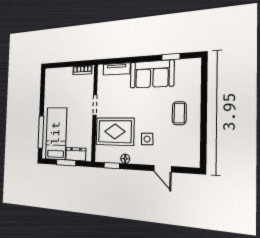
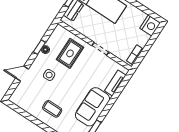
nightstand: (52, 76) -> (150, 25), added
rug: (115, 132) -> (70, 53), width x0.73, depth x0.70
window: (112, 166) -> (39, 47), moved

